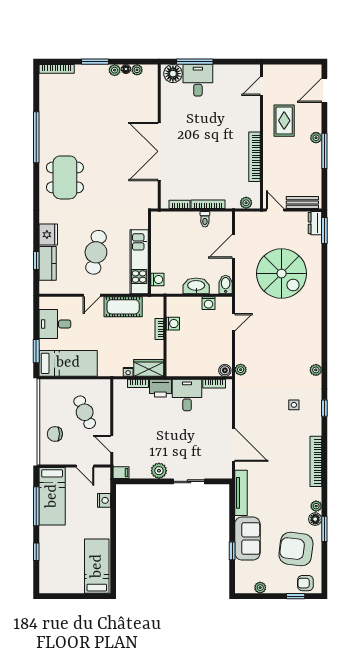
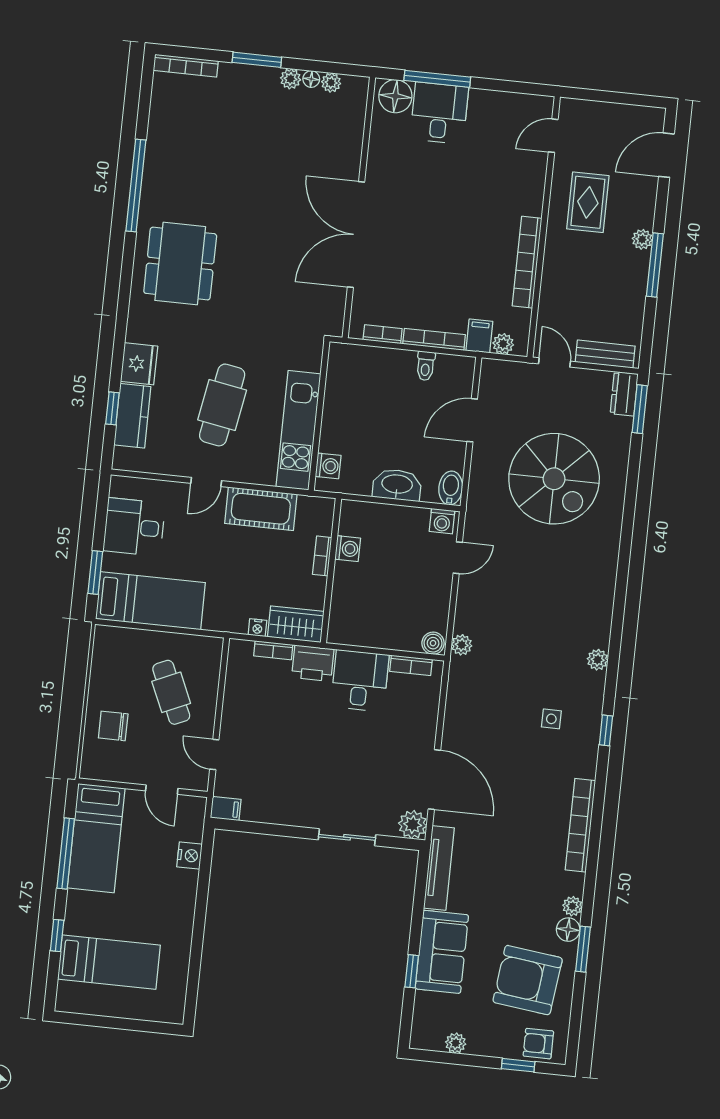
filing cabinet: (233, 200) -> (479, 336), added
washing machine: (209, 303) -> (442, 521), moved
plant: (159, 471) -> (413, 825), moved
bed: (97, 566) -> (109, 962), moved, turned 90

